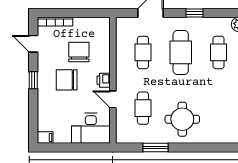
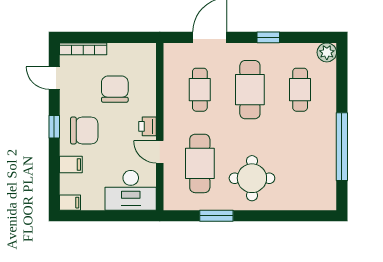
chair: (67, 80) -> (84, 130), moved, turned 180
cafe table: (143, 108) -> (200, 163), width x1.37, depth x1.35
filing cabinet: (46, 109) -> (71, 165), added

